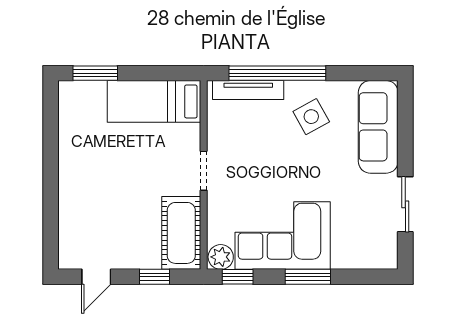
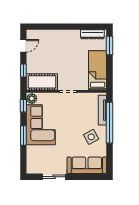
dresser: (69, 114) -> (92, 34), added
door: (96, 277) -> (23, 46), swing flipped

